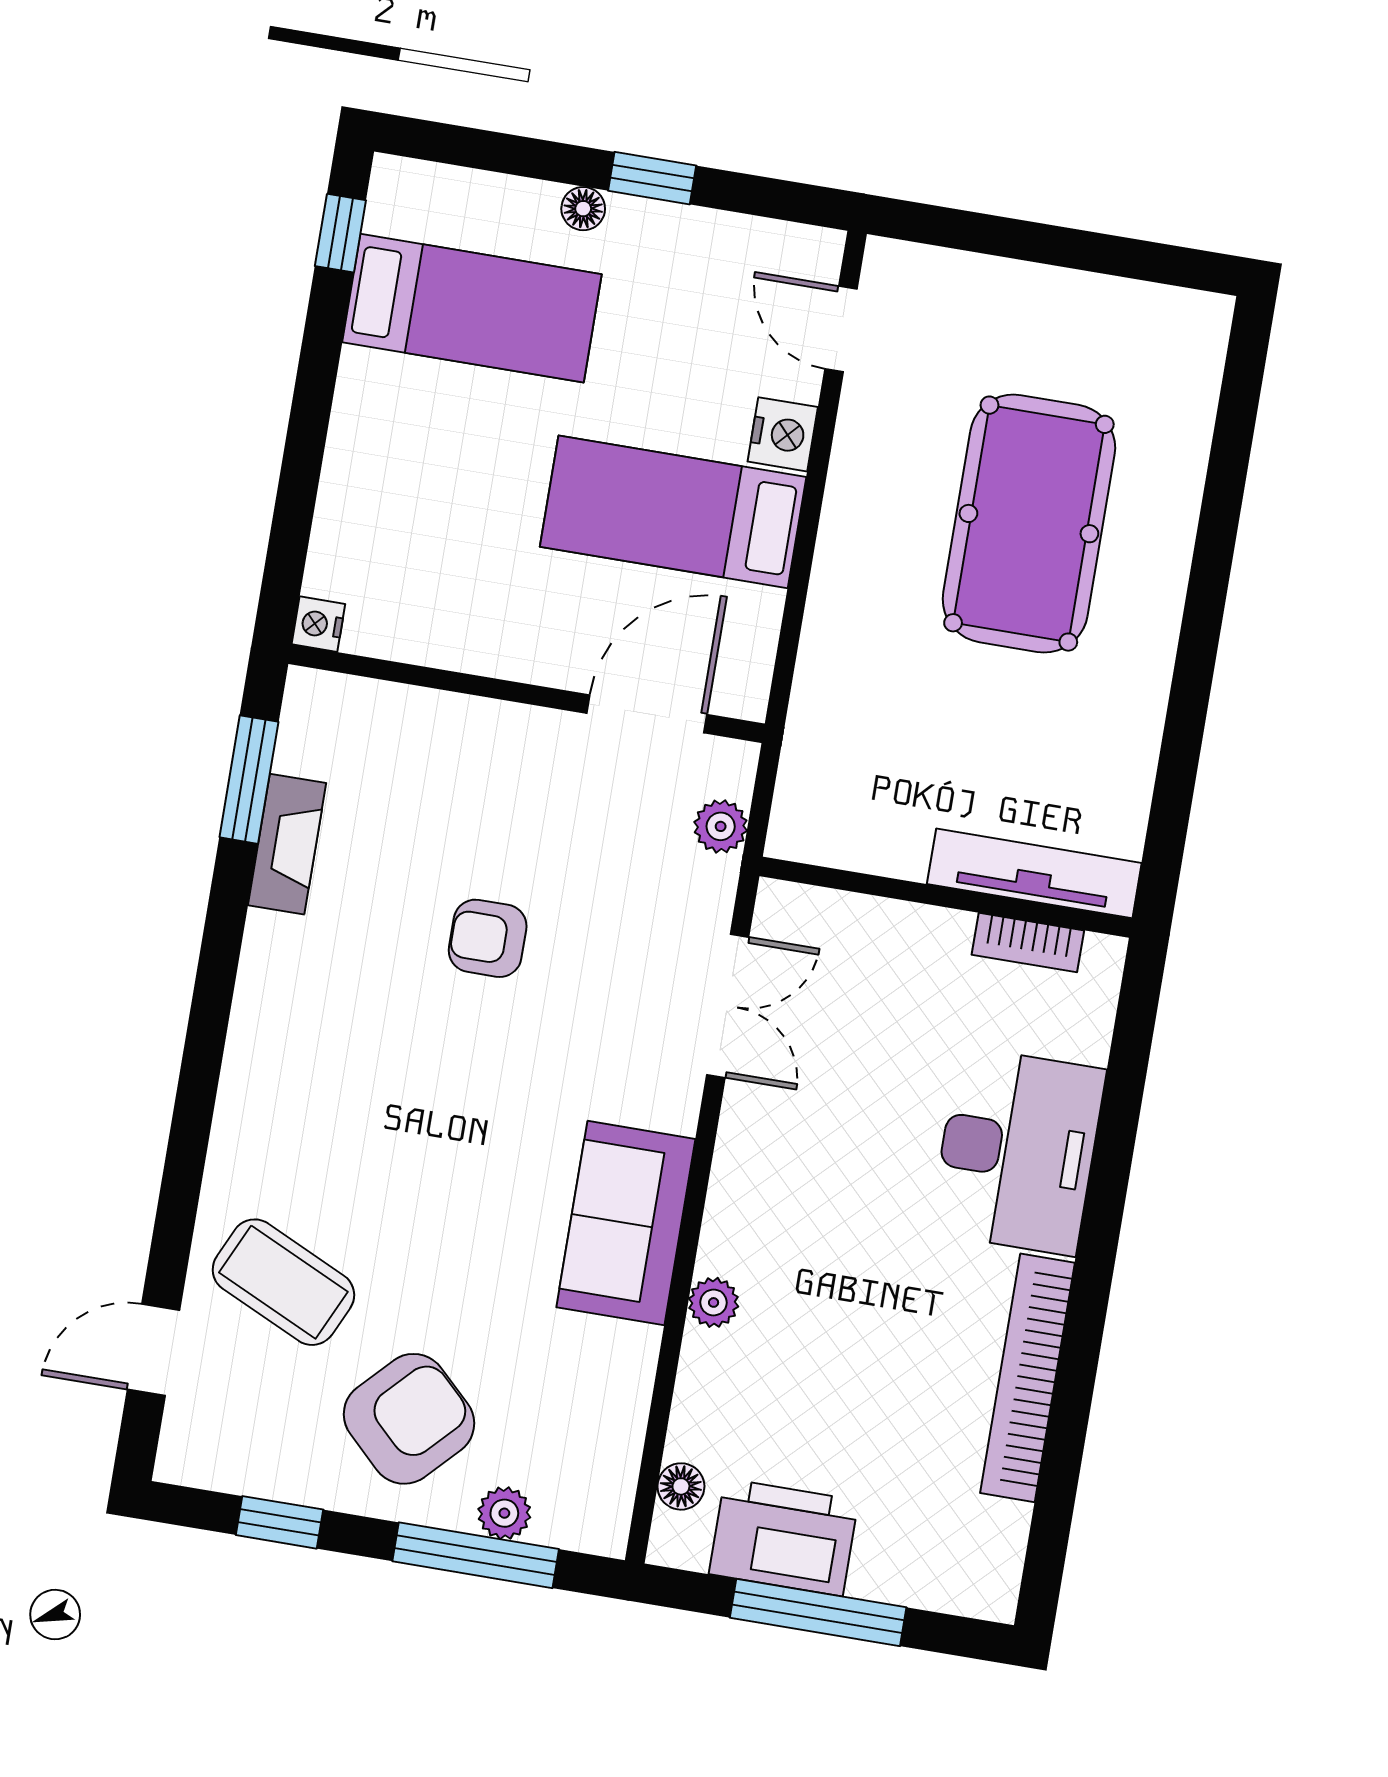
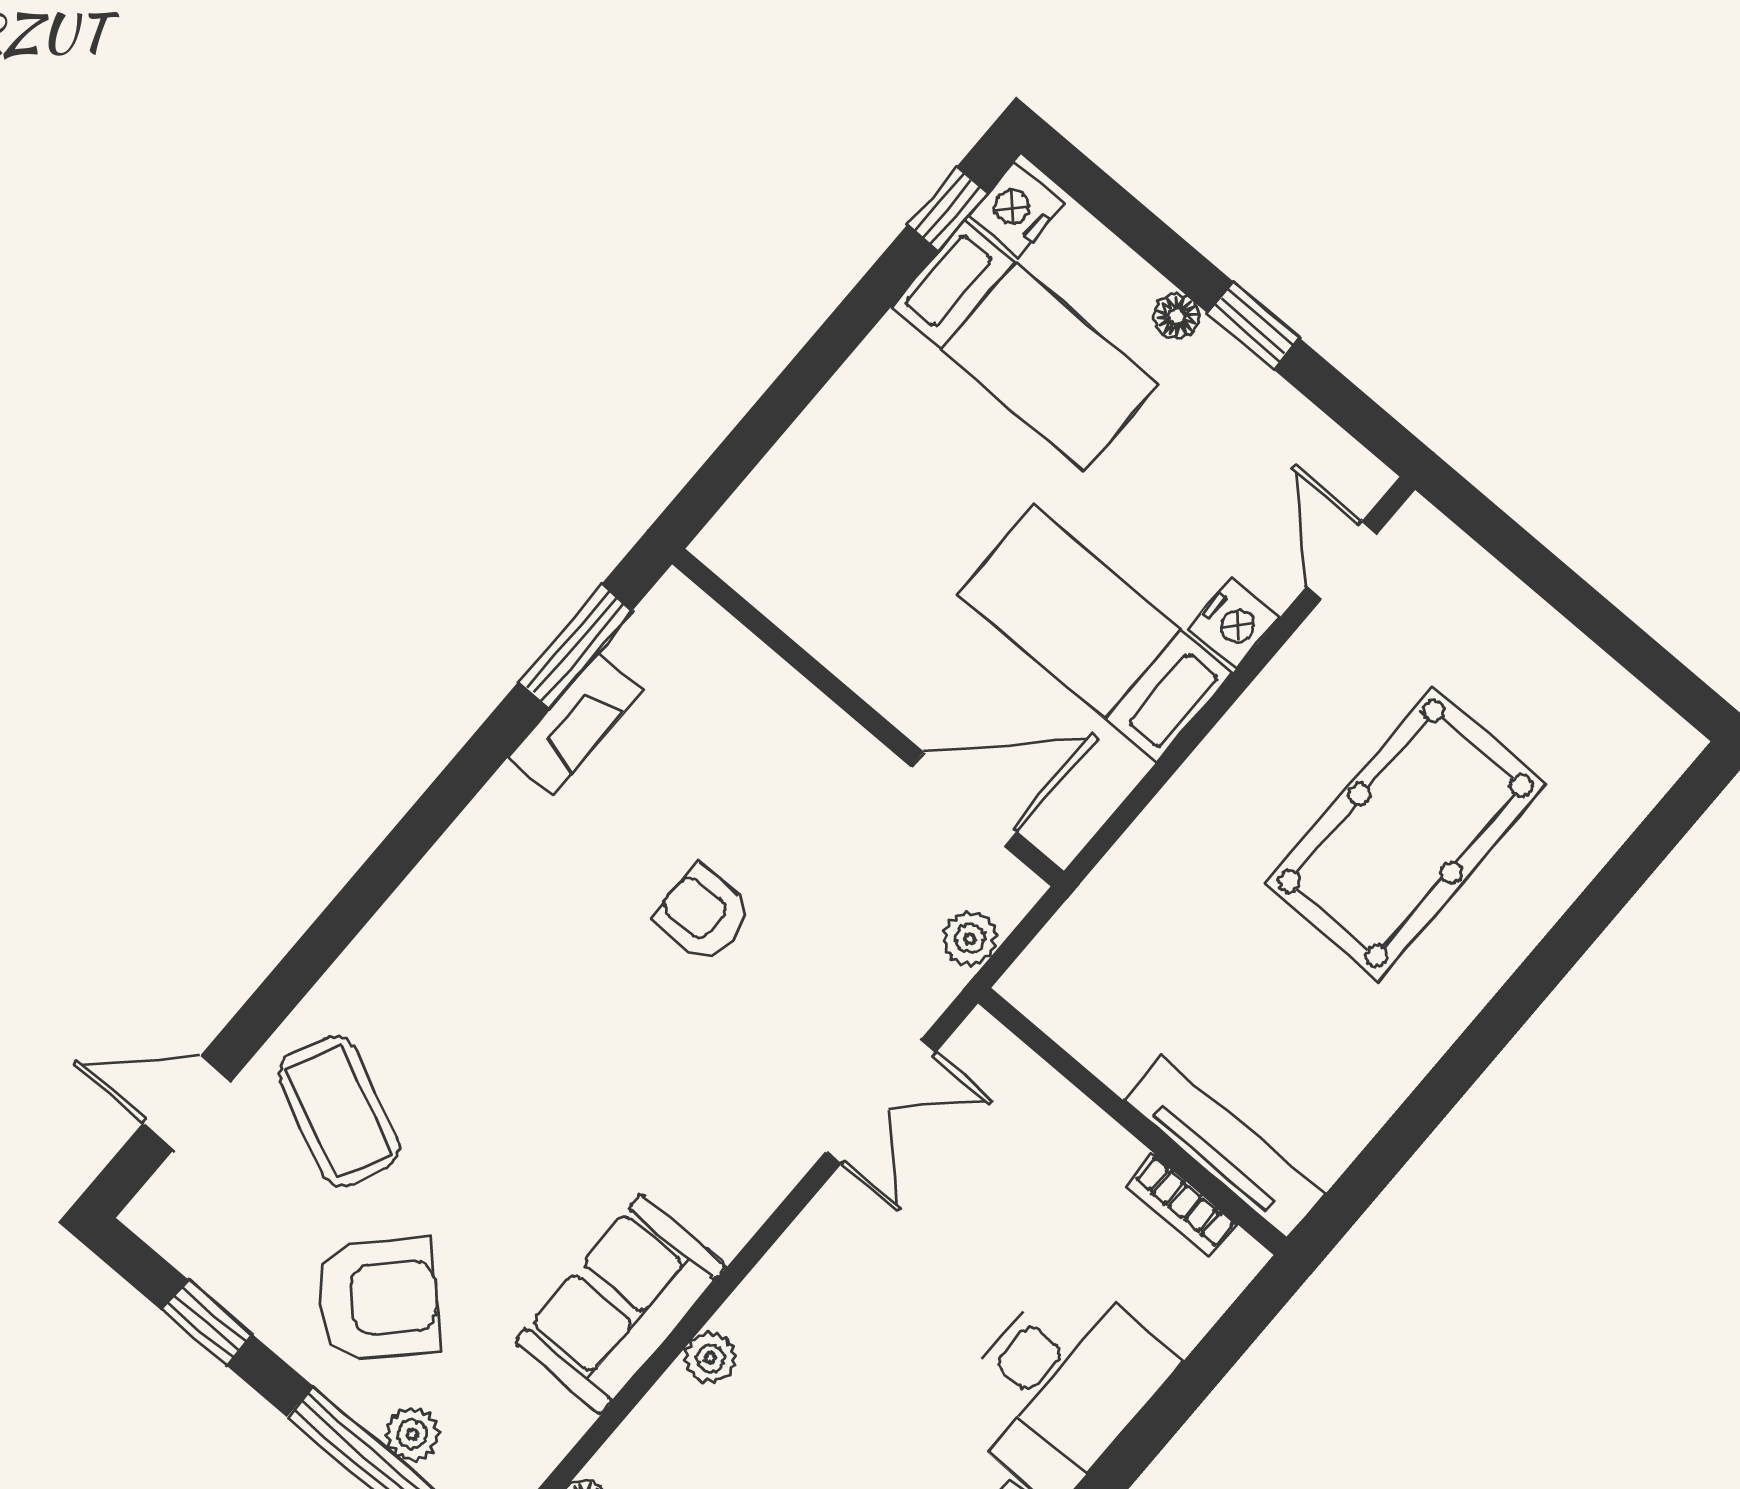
nightstand: (318, 624) -> (1016, 210), moved, width x1.39, depth x1.35
sofa: (626, 1223) -> (621, 1304), moved

